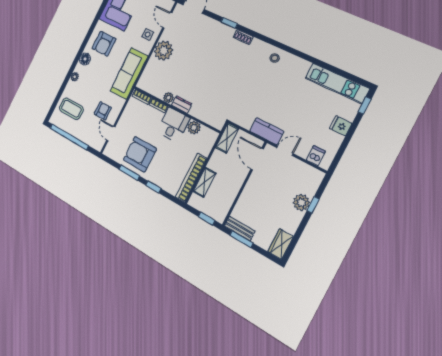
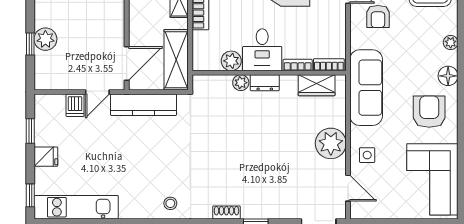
wardrobe: (154, 88) -> (317, 85), added
plant: (168, 98) -> (241, 83), moved
kitchen counter: (267, 131) -> (143, 105), width x1.50
shelving: (227, 138) -> (176, 60), width x1.50, depth x1.33
window: (343, 148) -> (30, 131), added
dishwasher: (316, 156) -> (75, 105), moved
door: (257, 159) -> (127, 63), hinge flipped

